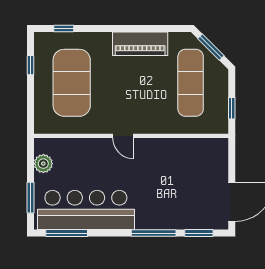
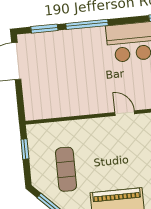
exercise mat: (191, 83) -> (66, 169), width x0.73, depth x0.69

